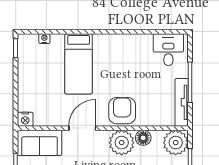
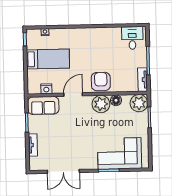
bed: (79, 64) -> (48, 59), moved, turned -90
tv unit: (182, 102) -> (143, 80), width x0.71
nightstand: (25, 119) -> (46, 89), moved

